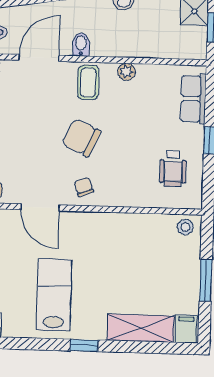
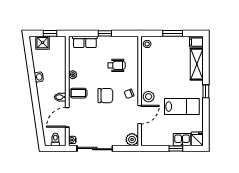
door: (39, 58) -> (67, 117), hinge flipped
chair: (81, 138) -> (105, 96), turned -115
wheelchair: (173, 169) -> (116, 65), moved
stool: (77, 227) -> (149, 97), added
lab bench: (54, 295) -> (182, 107), turned 180

